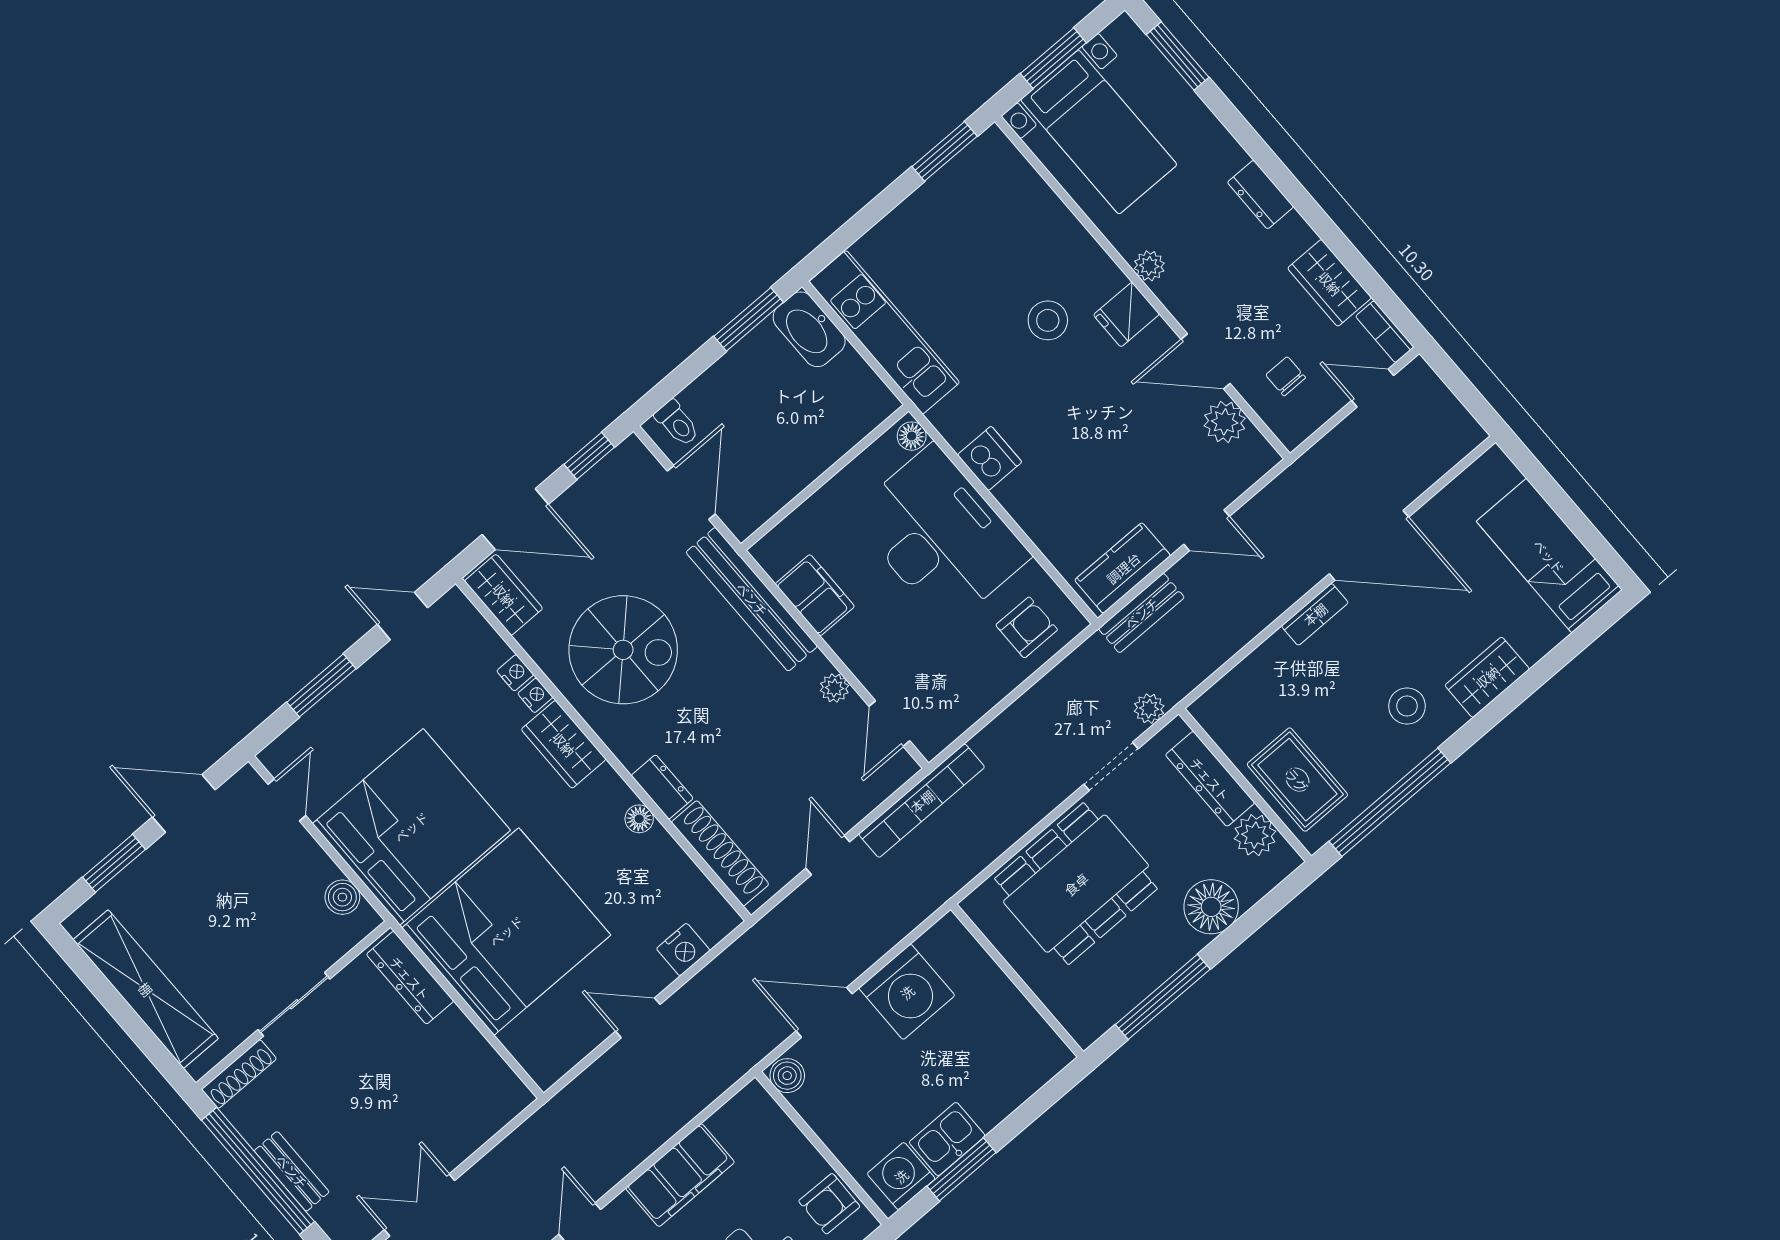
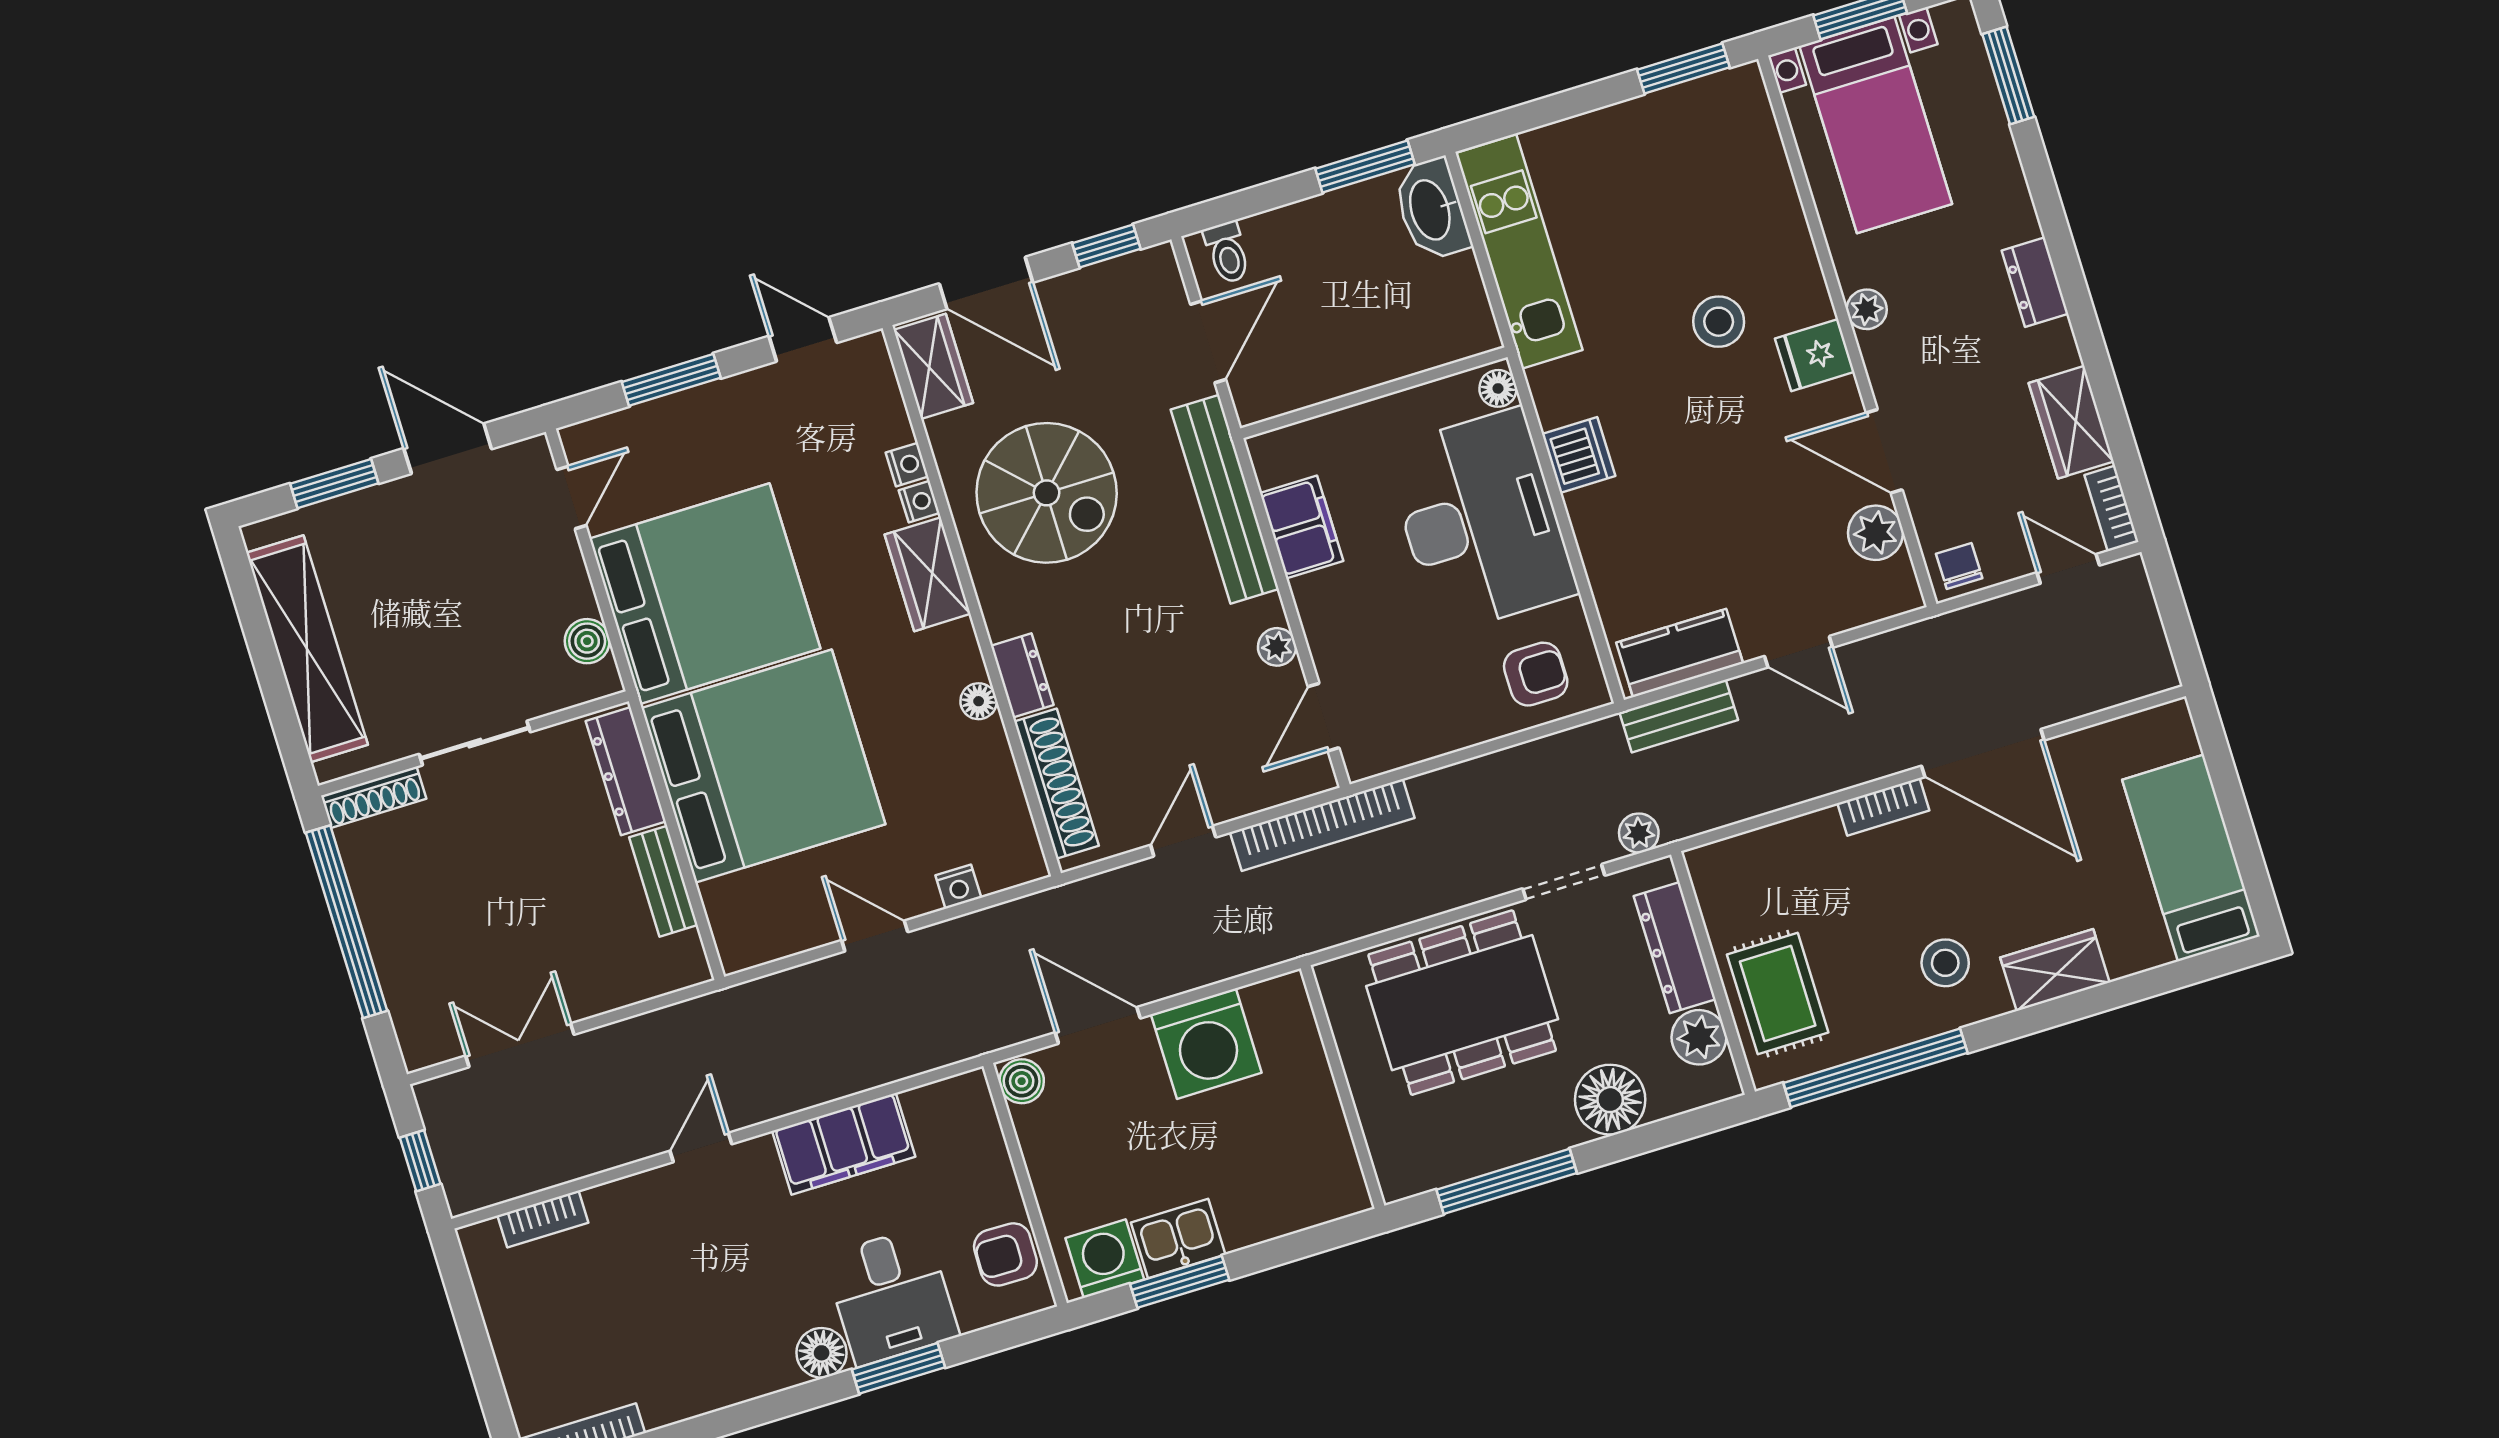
chair: (1286, 376) -> (1959, 566), moved
nightstand: (683, 950) -> (958, 887), width x0.72, depth x0.74
bench: (292, 1171) -> (663, 881), moved

